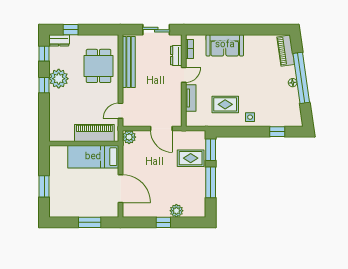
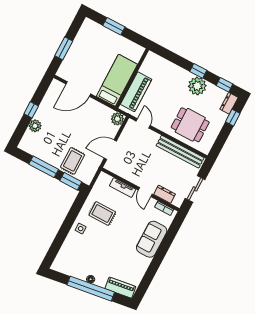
rug: (225, 104) -> (102, 213), turned 90
window: (277, 132) -> (57, 245), removed

